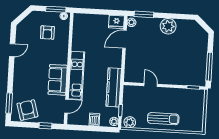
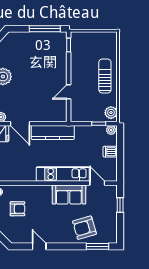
kitchen counter: (114, 87) -> (53, 132), moved
armchair: (27, 110) -> (84, 228), moved

